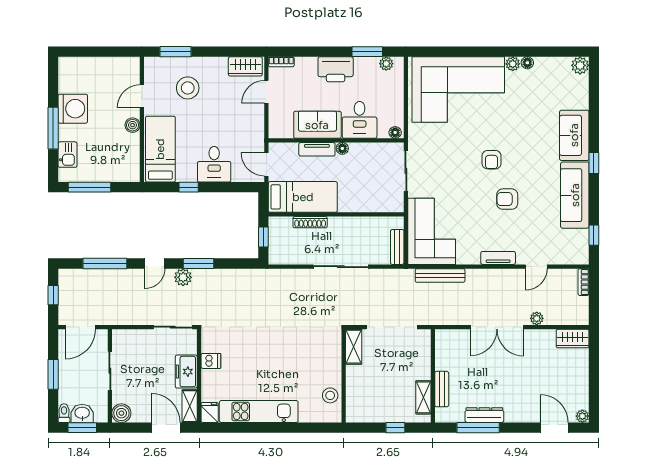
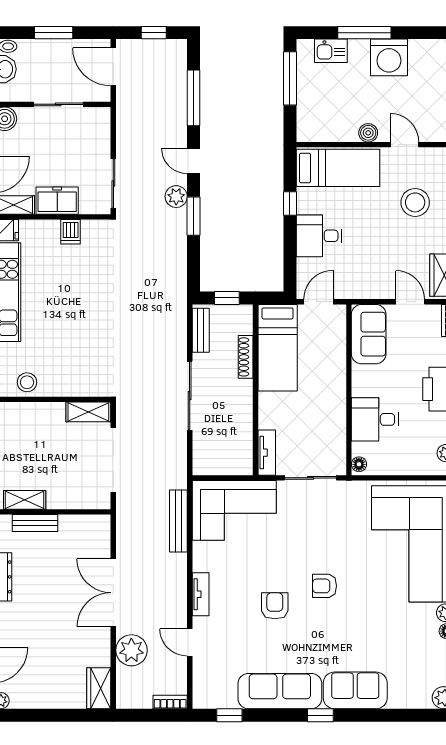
sofa: (317, 125) -> (369, 334), moved
floor lamp: (342, 148) -> (339, 398), removed
tv unit: (317, 149) -> (267, 453), moved, turned 180
bench: (397, 247) -> (201, 330), moved, turned 90
plant: (537, 318) -> (131, 650), width x1.88, depth x1.88

